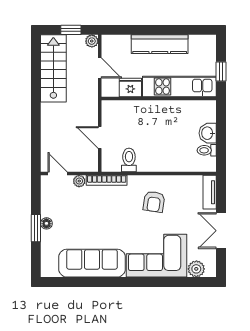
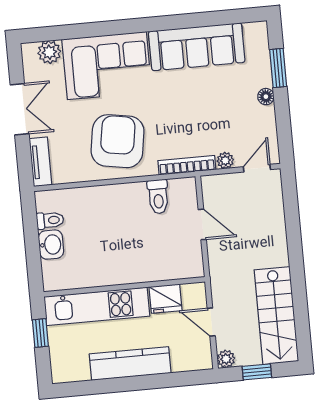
door: (57, 173) -> (257, 168), swing flipped
armchair: (154, 202) -> (118, 141), width x1.88, depth x1.88
window: (36, 228) -> (278, 68), moved

